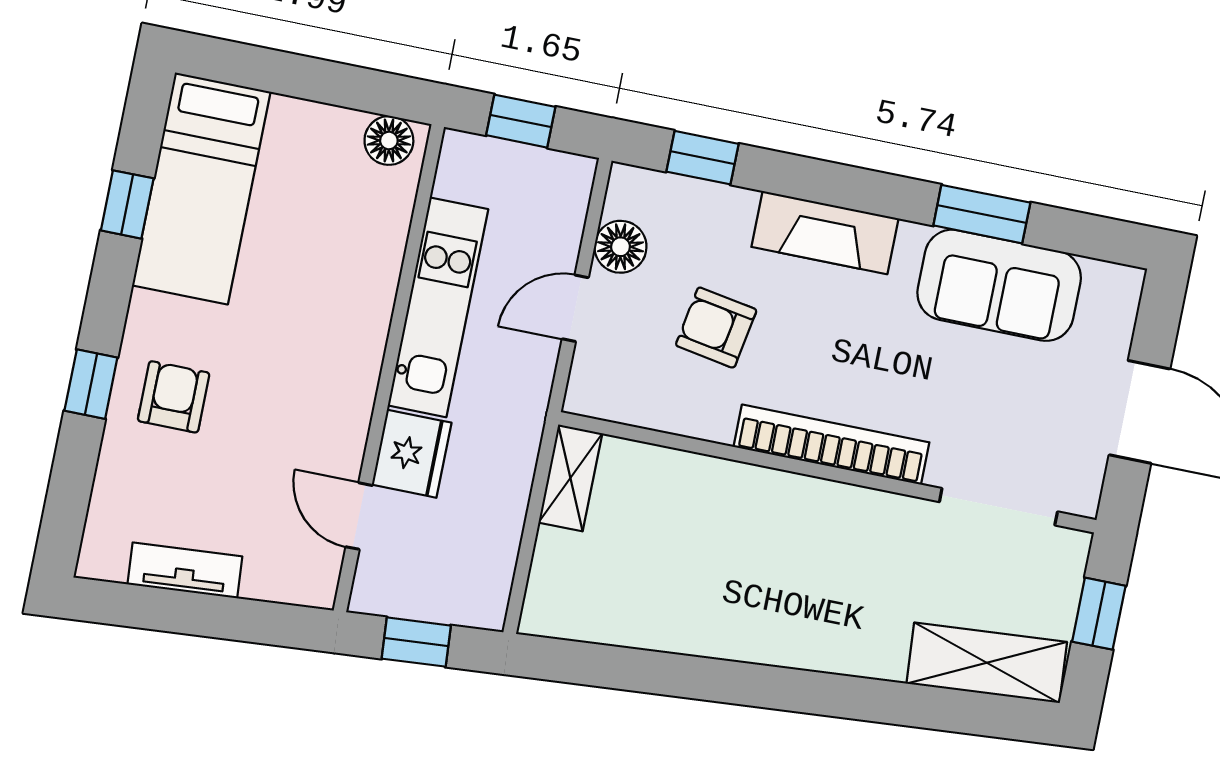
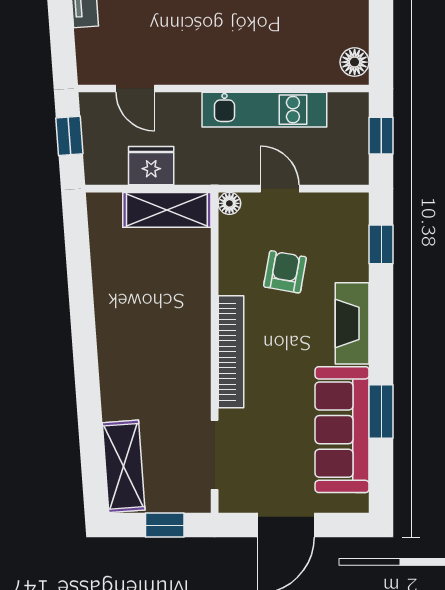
floor lamp: (620, 247) -> (229, 203), moved, width x0.73, depth x0.73
sofa: (999, 285) -> (342, 430), width x1.36
fridge: (412, 454) -> (151, 166), moved, turned 180
shelving: (570, 478) -> (167, 210), width x1.50, depth x1.33
door: (359, 516) -> (135, 88), swing flipped

